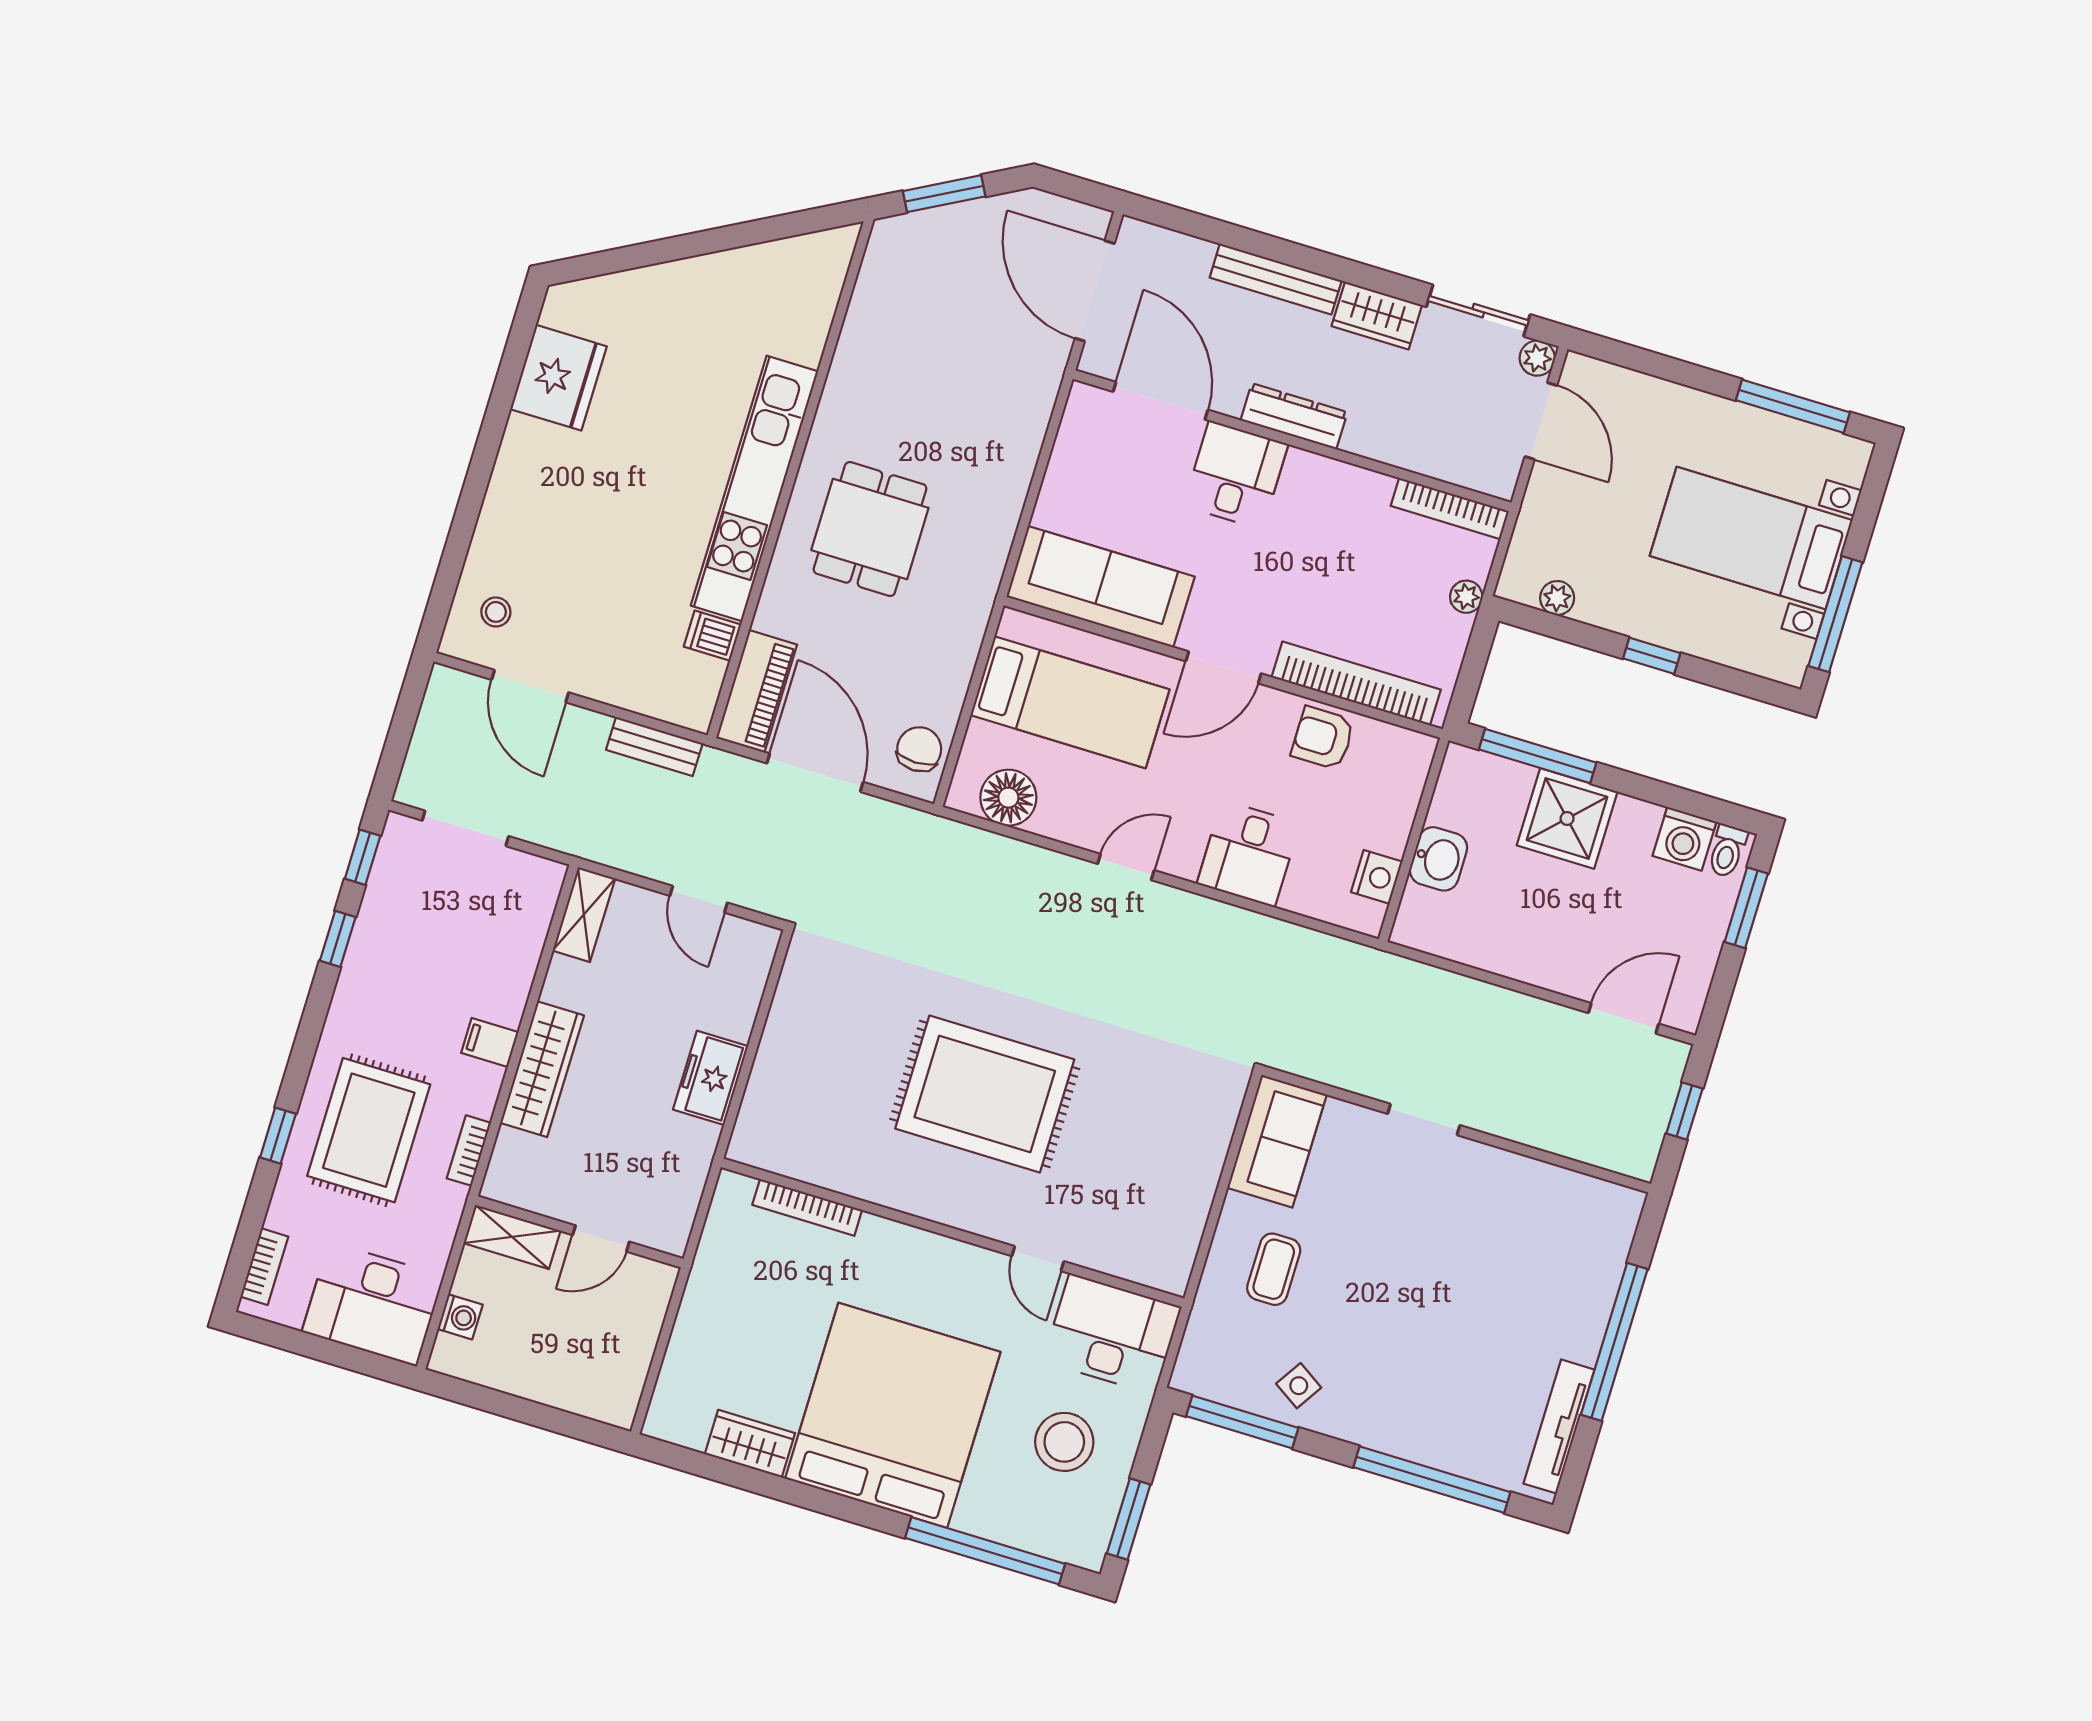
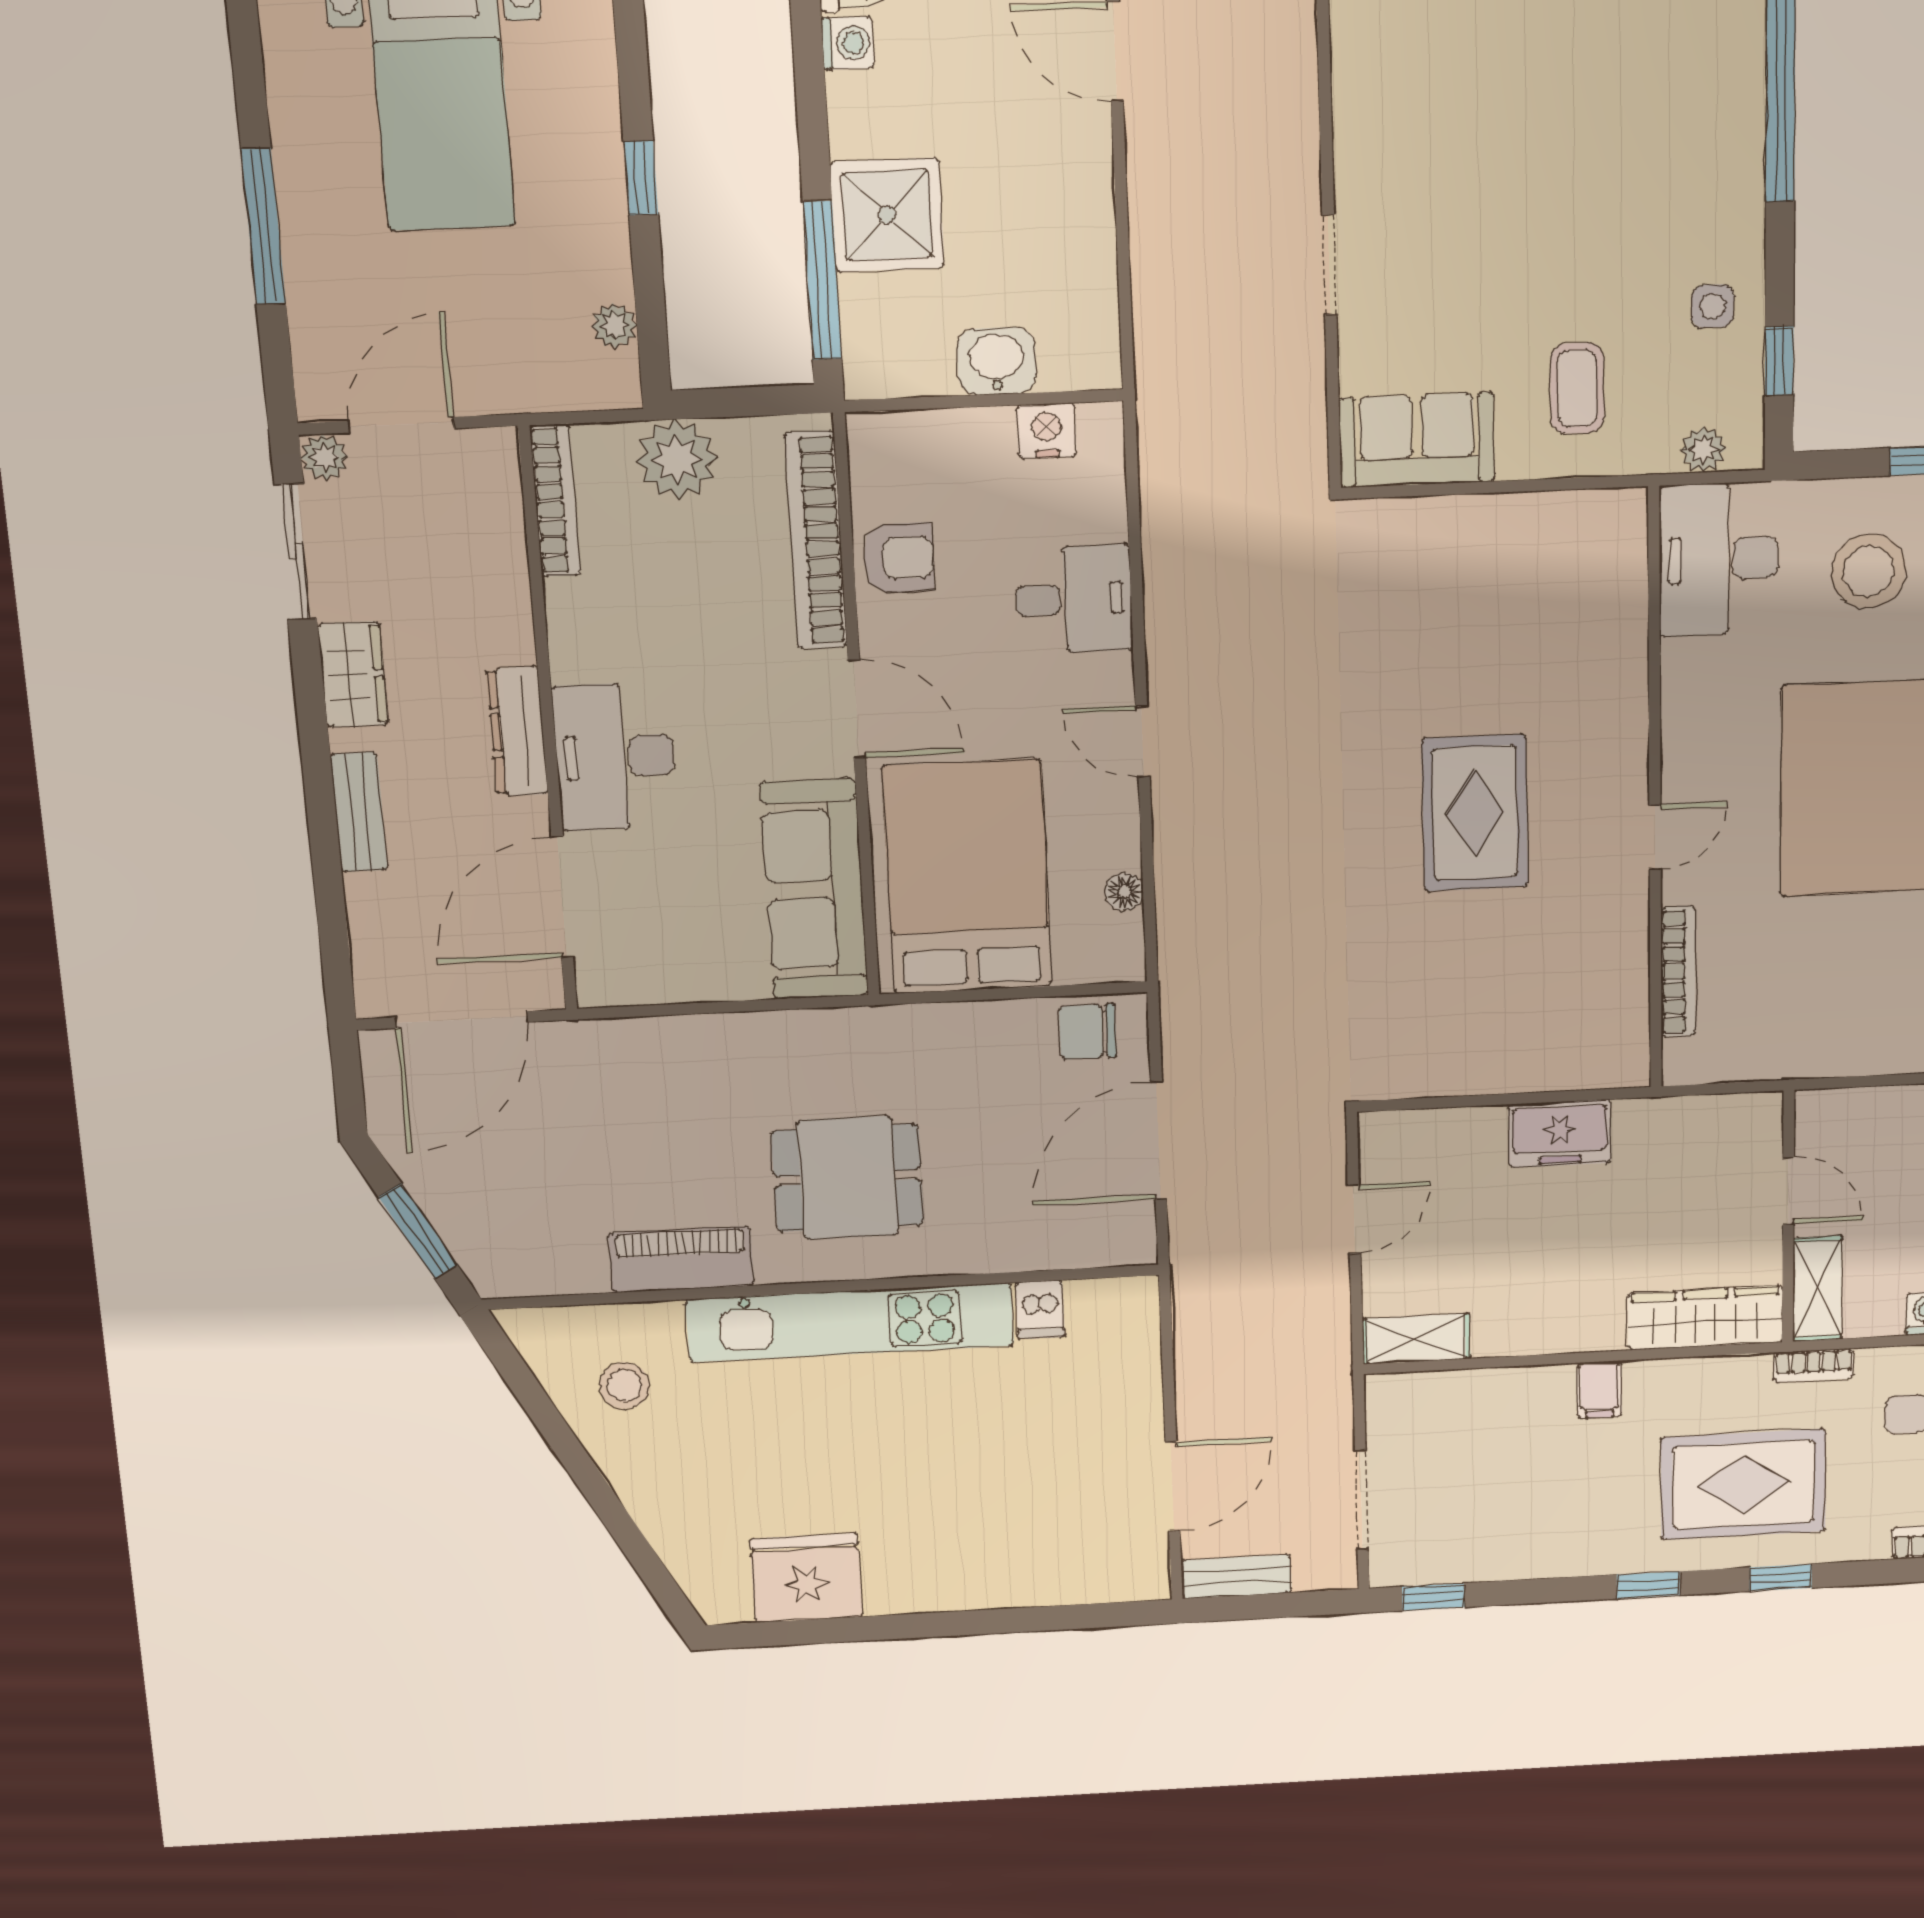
bench: (1276, 279) -> (359, 812), width x0.73
window: (1793, 406) -> (263, 226), moved
desk: (1236, 475) -> (615, 757), width x1.37
plant: (1466, 597) -> (677, 459), width x1.87, depth x1.87
stool: (496, 612) -> (625, 1386), moved, width x1.37, depth x1.37
piano: (757, 691) -> (681, 1259), moved
bed: (1070, 702) -> (967, 877), width x1.50
armchair: (1323, 738) -> (898, 558), turned -90
bench: (654, 746) -> (1236, 1576), moved, turned 90
floor lamp: (1008, 798) -> (1124, 892), width x0.53, depth x0.53
washing machine: (1684, 839) -> (848, 43), width x0.73, depth x0.73
window: (338, 939) -> (1648, 1585), moved
wardrobe: (542, 1069) -> (1705, 1318), moved
rug: (985, 1094) -> (1475, 813), width x0.73, depth x0.69
bookcase: (469, 1151) -> (1814, 1365), moved
door: (1038, 1259) -> (1655, 837), moved
coffee table: (1274, 1269) -> (1577, 388), turned 90
plant: (1197, 1347) -> (1703, 449), added
side table: (1299, 1386) -> (1713, 306), turned -32
window: (1242, 1422) -> (1779, 361), width x0.46

